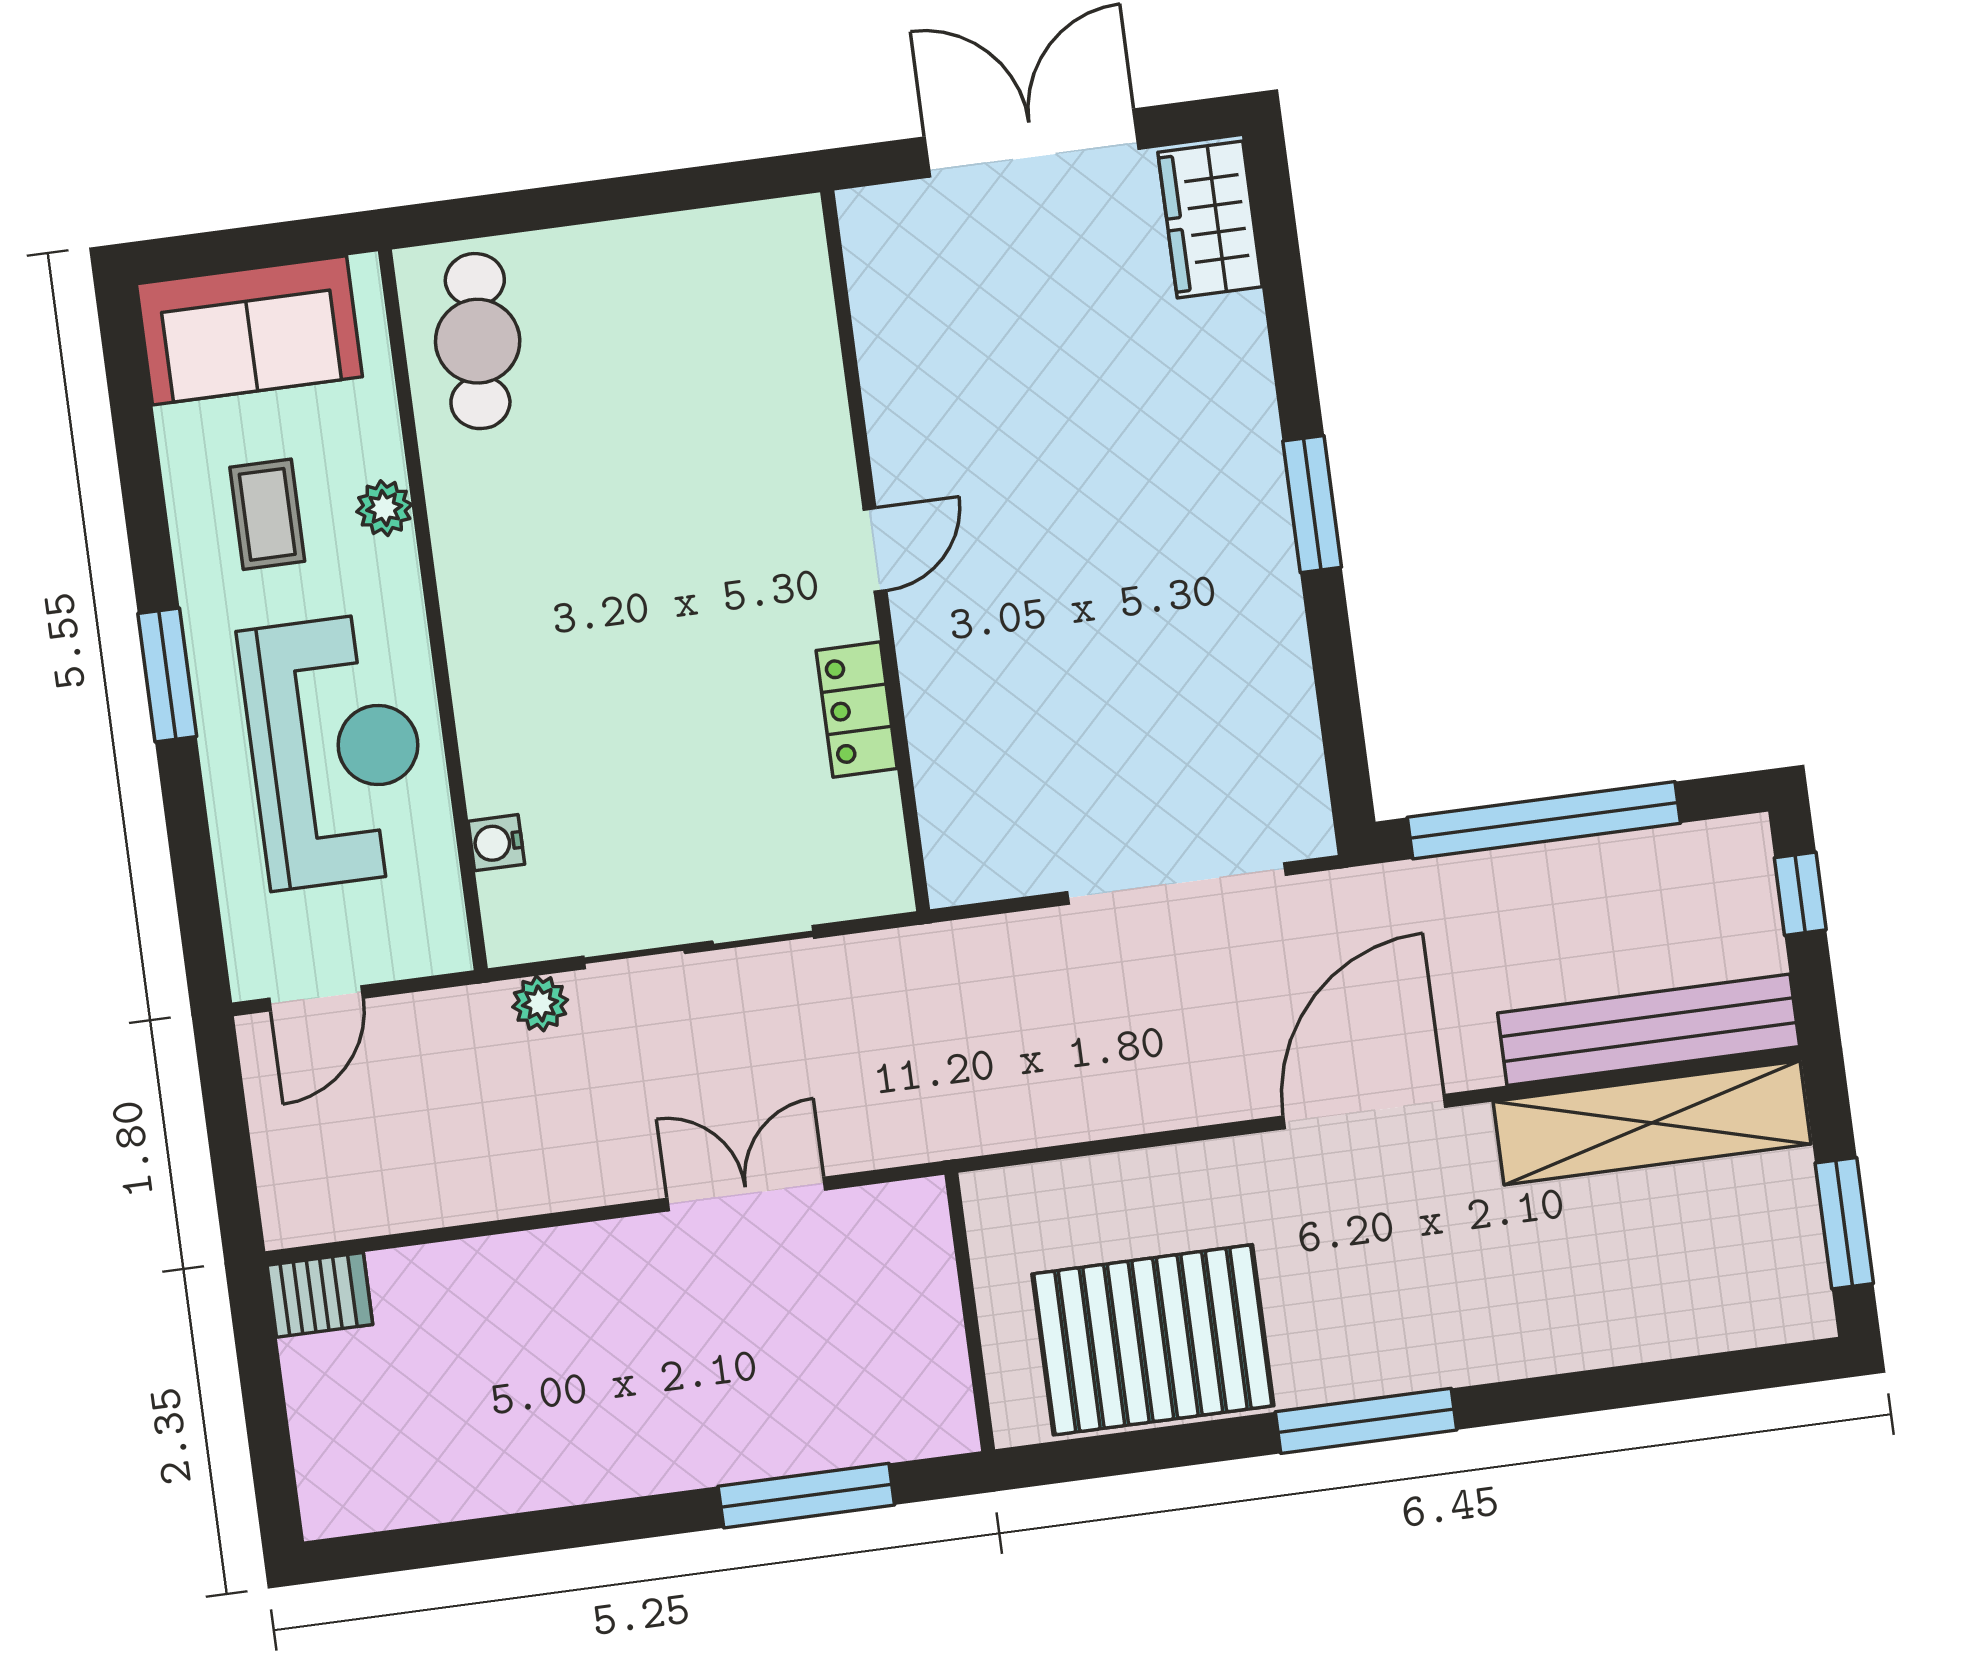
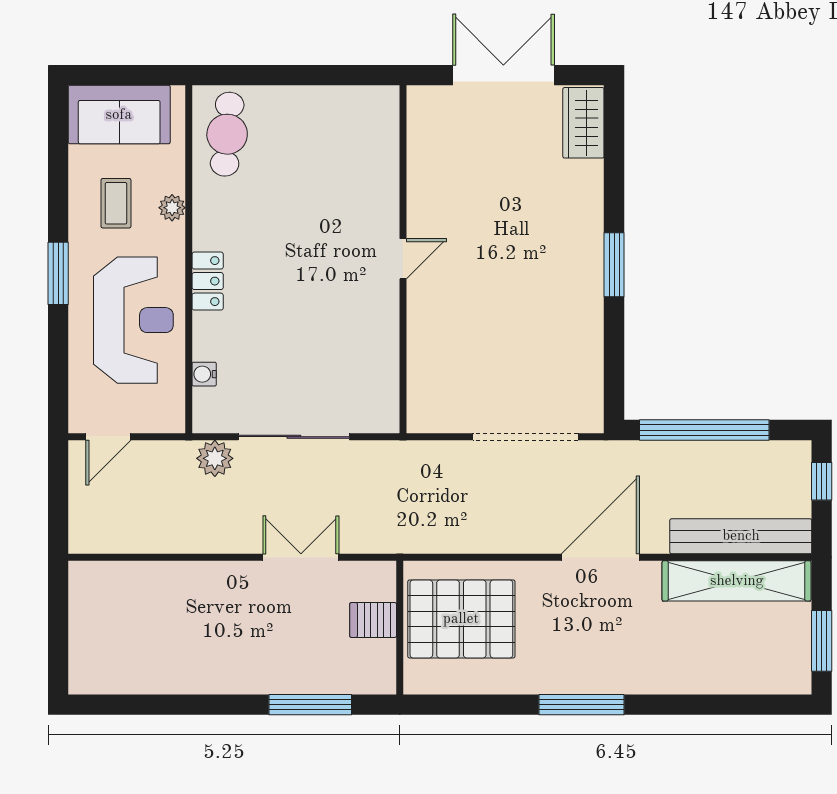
locker: (857, 709) -> (208, 281), moved, turned 180
plant: (540, 1003) -> (215, 458), width x1.38, depth x1.38
server rack: (320, 1295) -> (373, 620), moved, turned 180
pallet: (1153, 1340) -> (461, 619), moved

